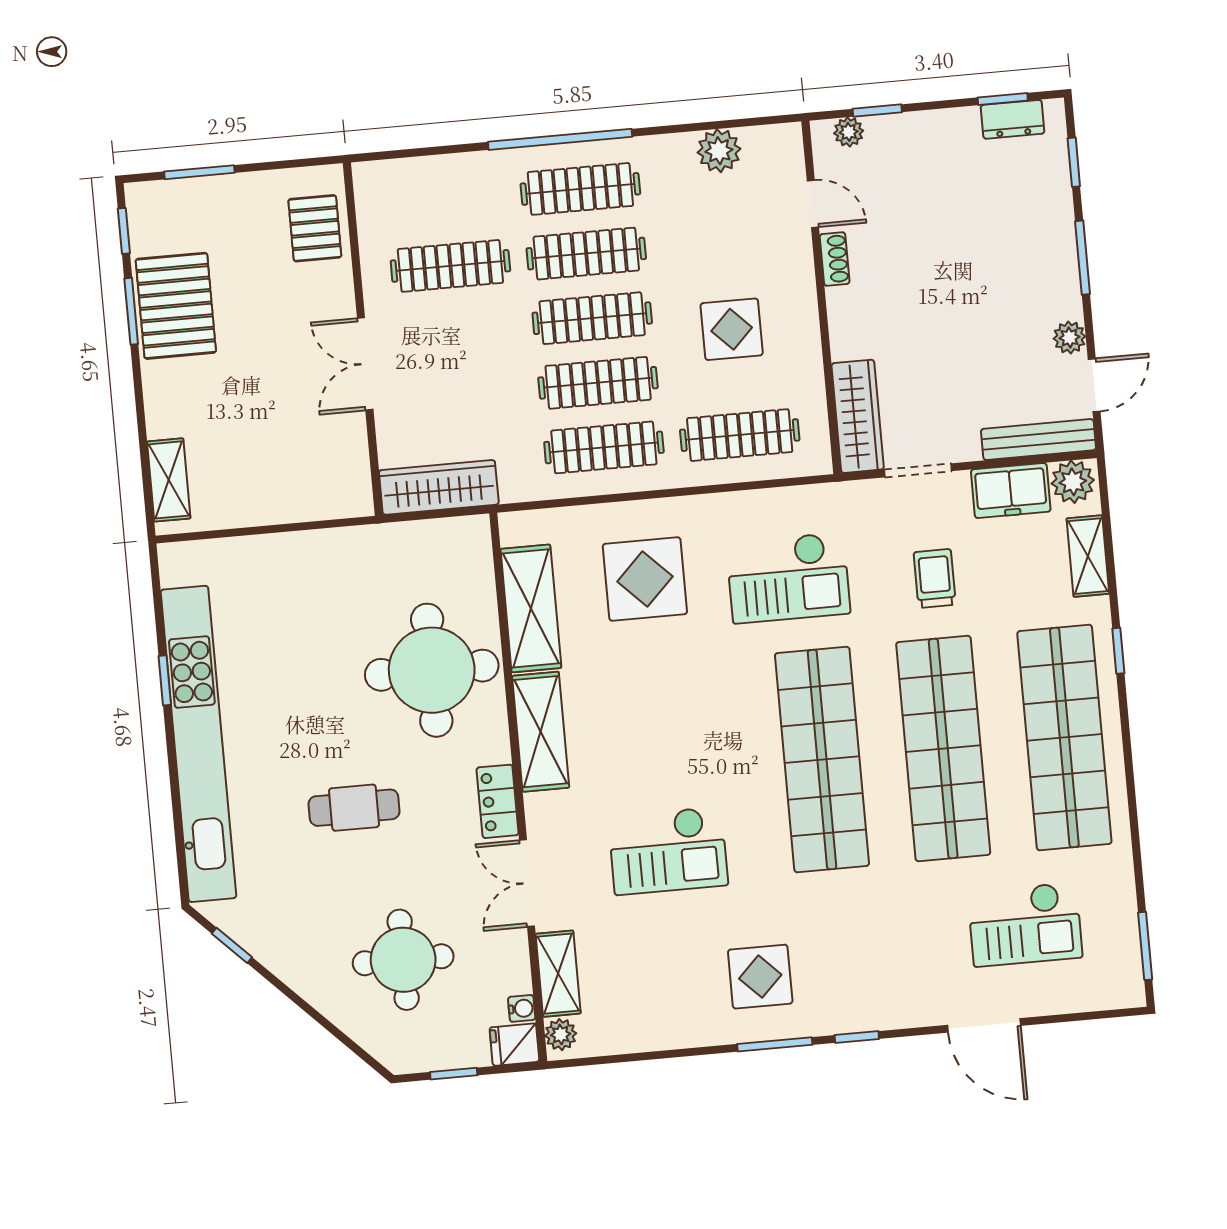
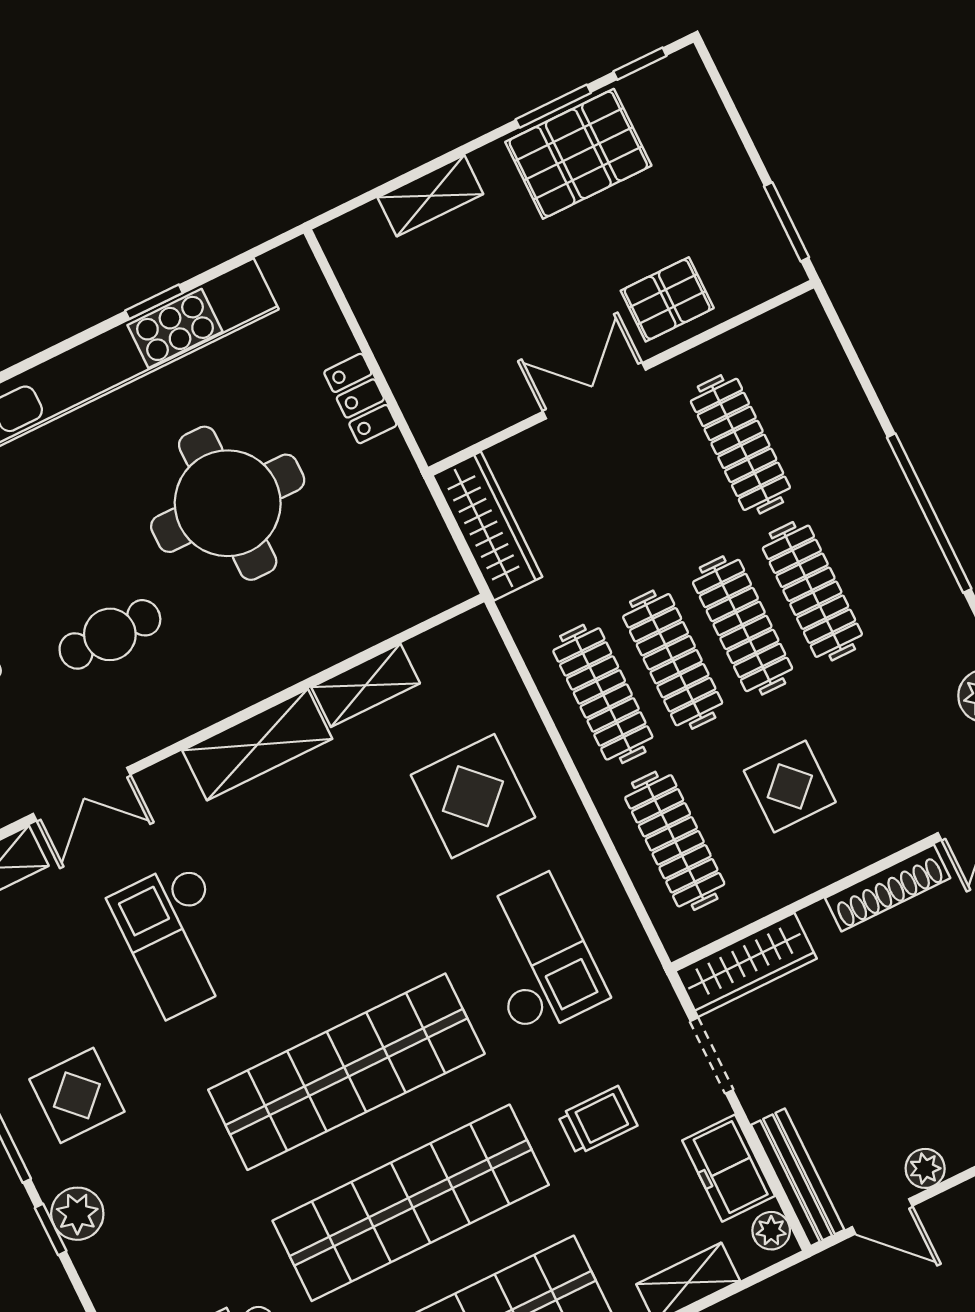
window: (199, 172) -> (786, 222), moved
clothes rail: (580, 189) -> (882, 557), removed
pallet: (315, 228) -> (667, 299), moved
shoe rack: (835, 259) -> (888, 888), width x1.94, depth x1.24
shelving: (169, 480) -> (430, 196), moved
plant: (1073, 482) -> (771, 1231), width x0.73, depth x0.73
checkout: (788, 578) -> (536, 956), turned 180
shelving: (531, 608) -> (366, 685), width x0.67, depth x0.75
round table: (432, 670) -> (228, 503), moved
locker: (498, 801) -> (360, 398), moved, turned -90
cafe table: (354, 808) -> (110, 634), moved, turned 90
double door: (527, 883) -> (82, 794), swing flipped
plant: (852, 1011) -> (77, 1214), added

